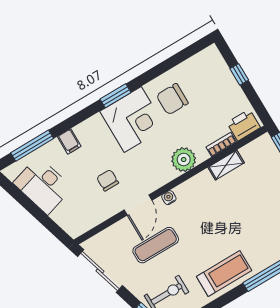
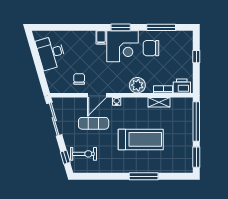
filing cabinet: (69, 141) -> (101, 37), moved
window: (32, 146) -> (161, 27), moved
chair: (108, 180) -> (79, 79), moved
treadmill: (224, 273) -> (141, 139), moved, width x1.37, depth x1.38

